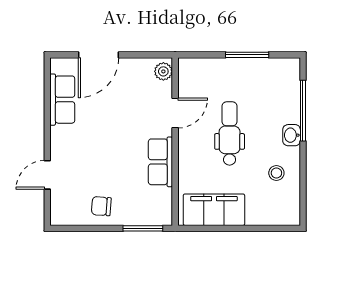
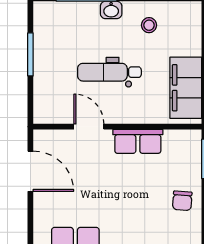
door: (99, 55) -> (30, 171), moved
plant: (163, 71) -> (47, 138), removed

